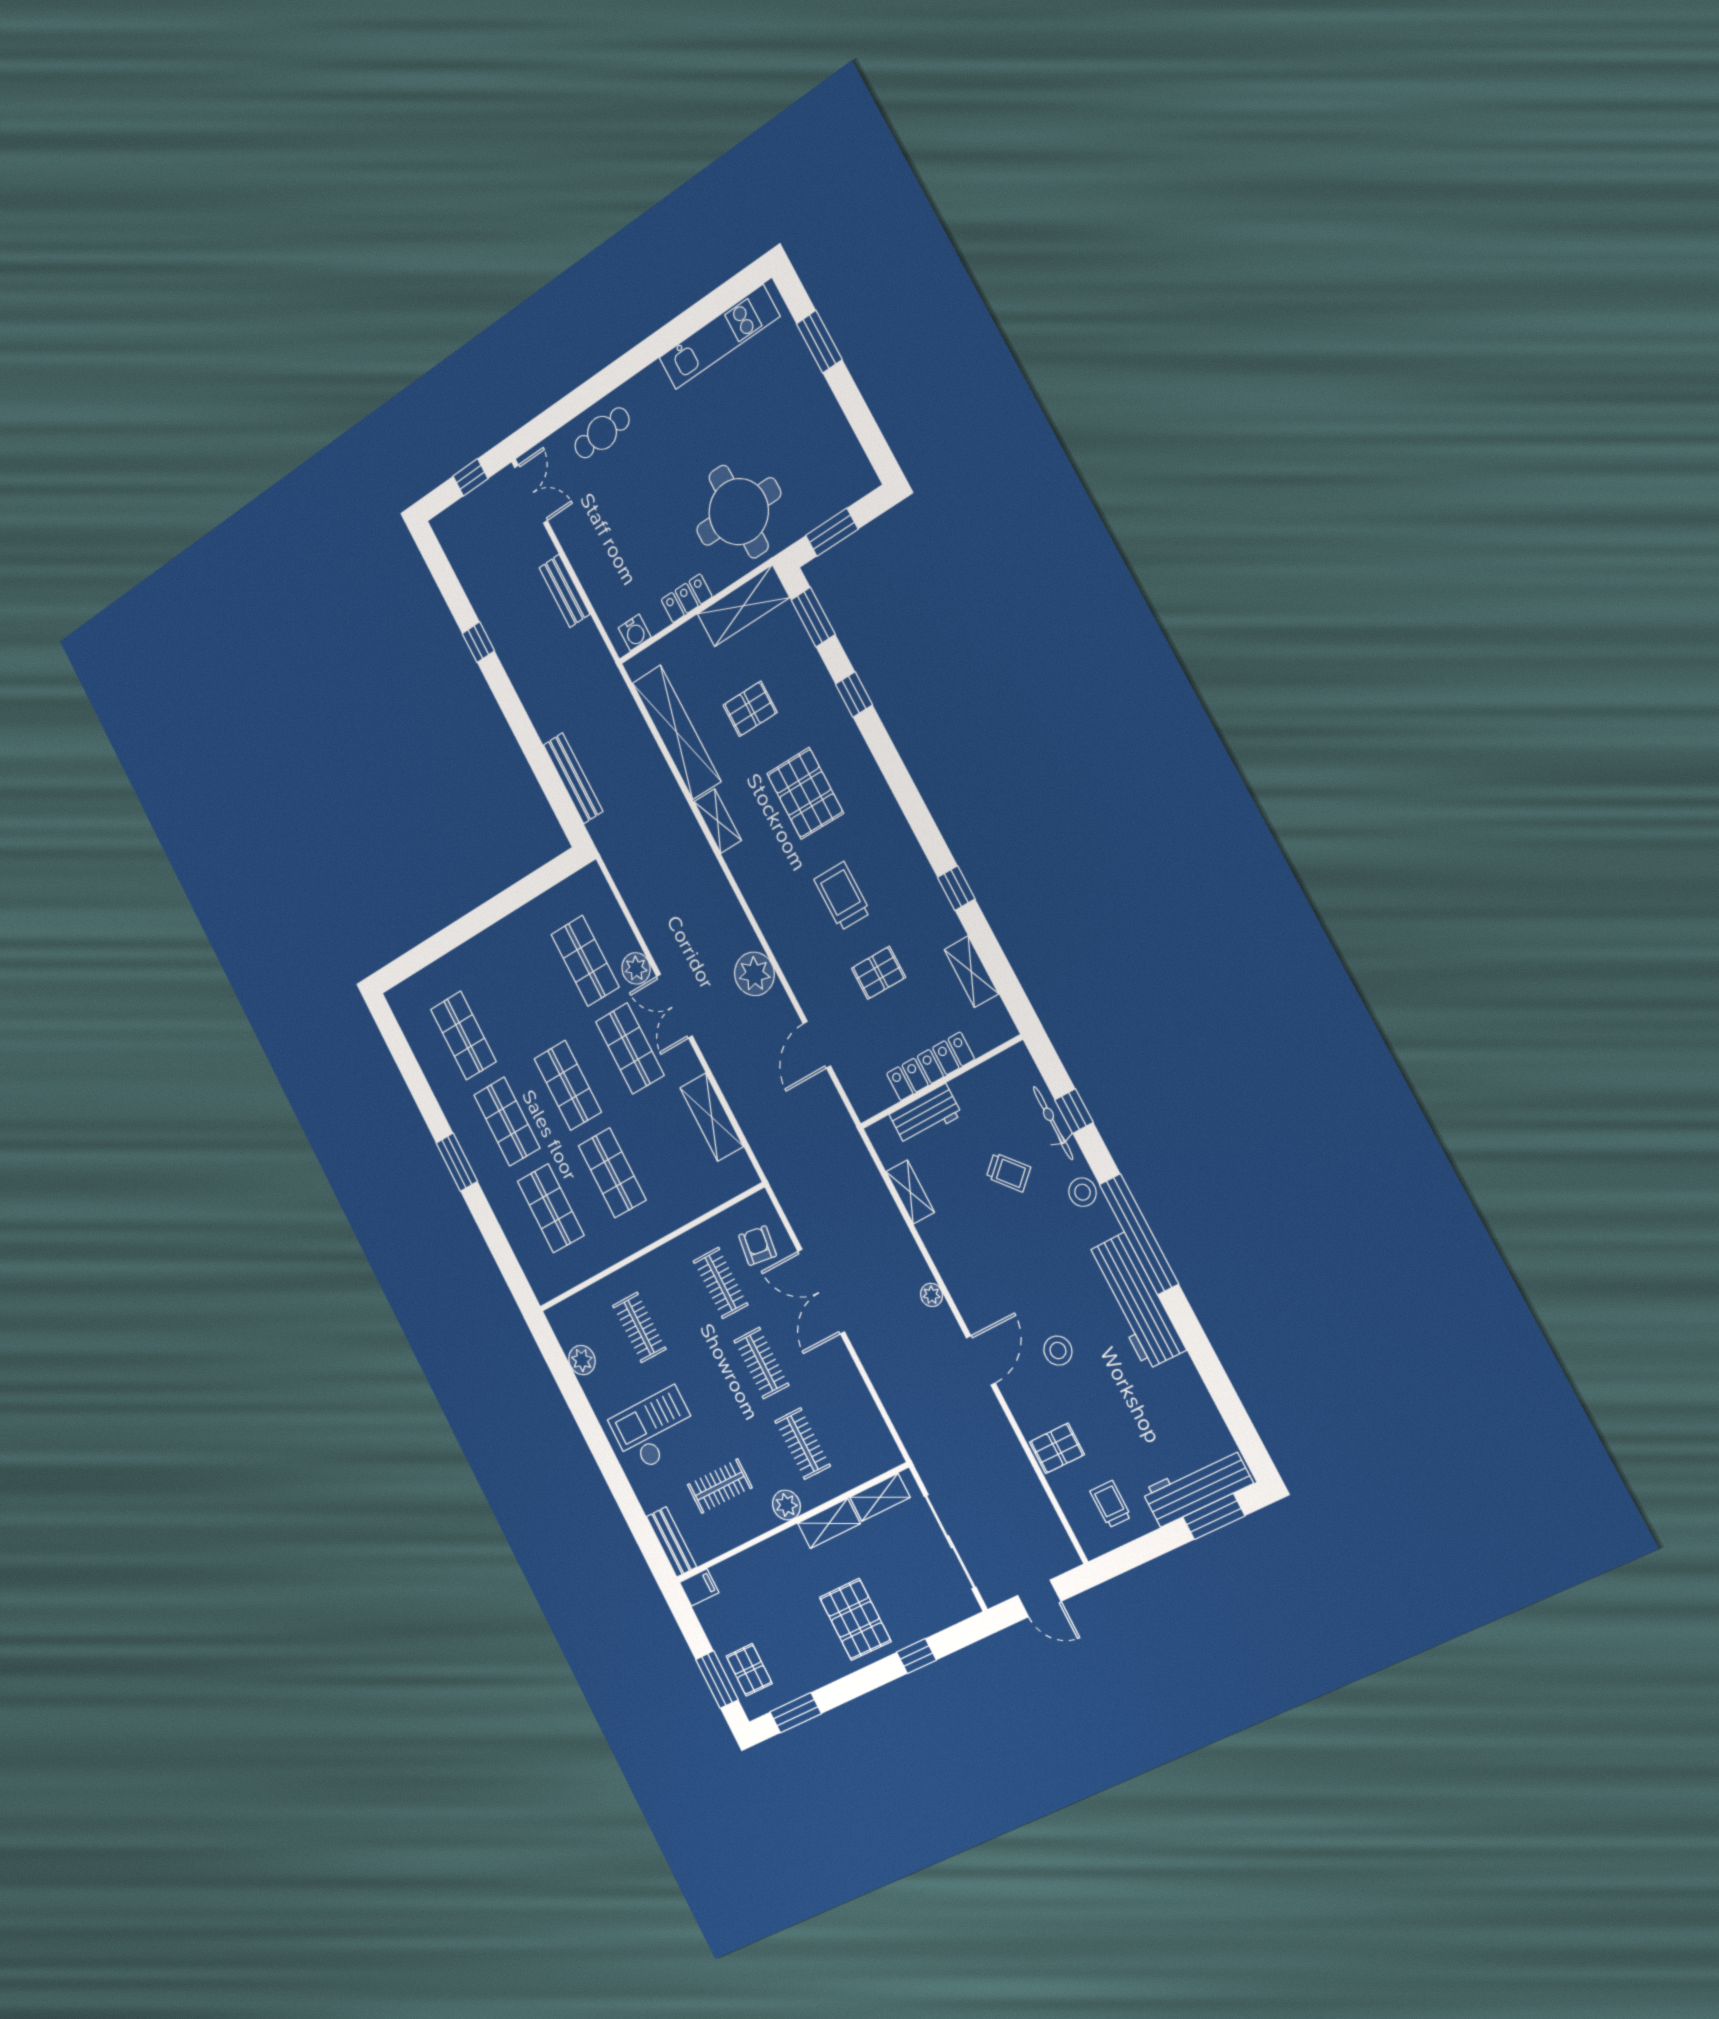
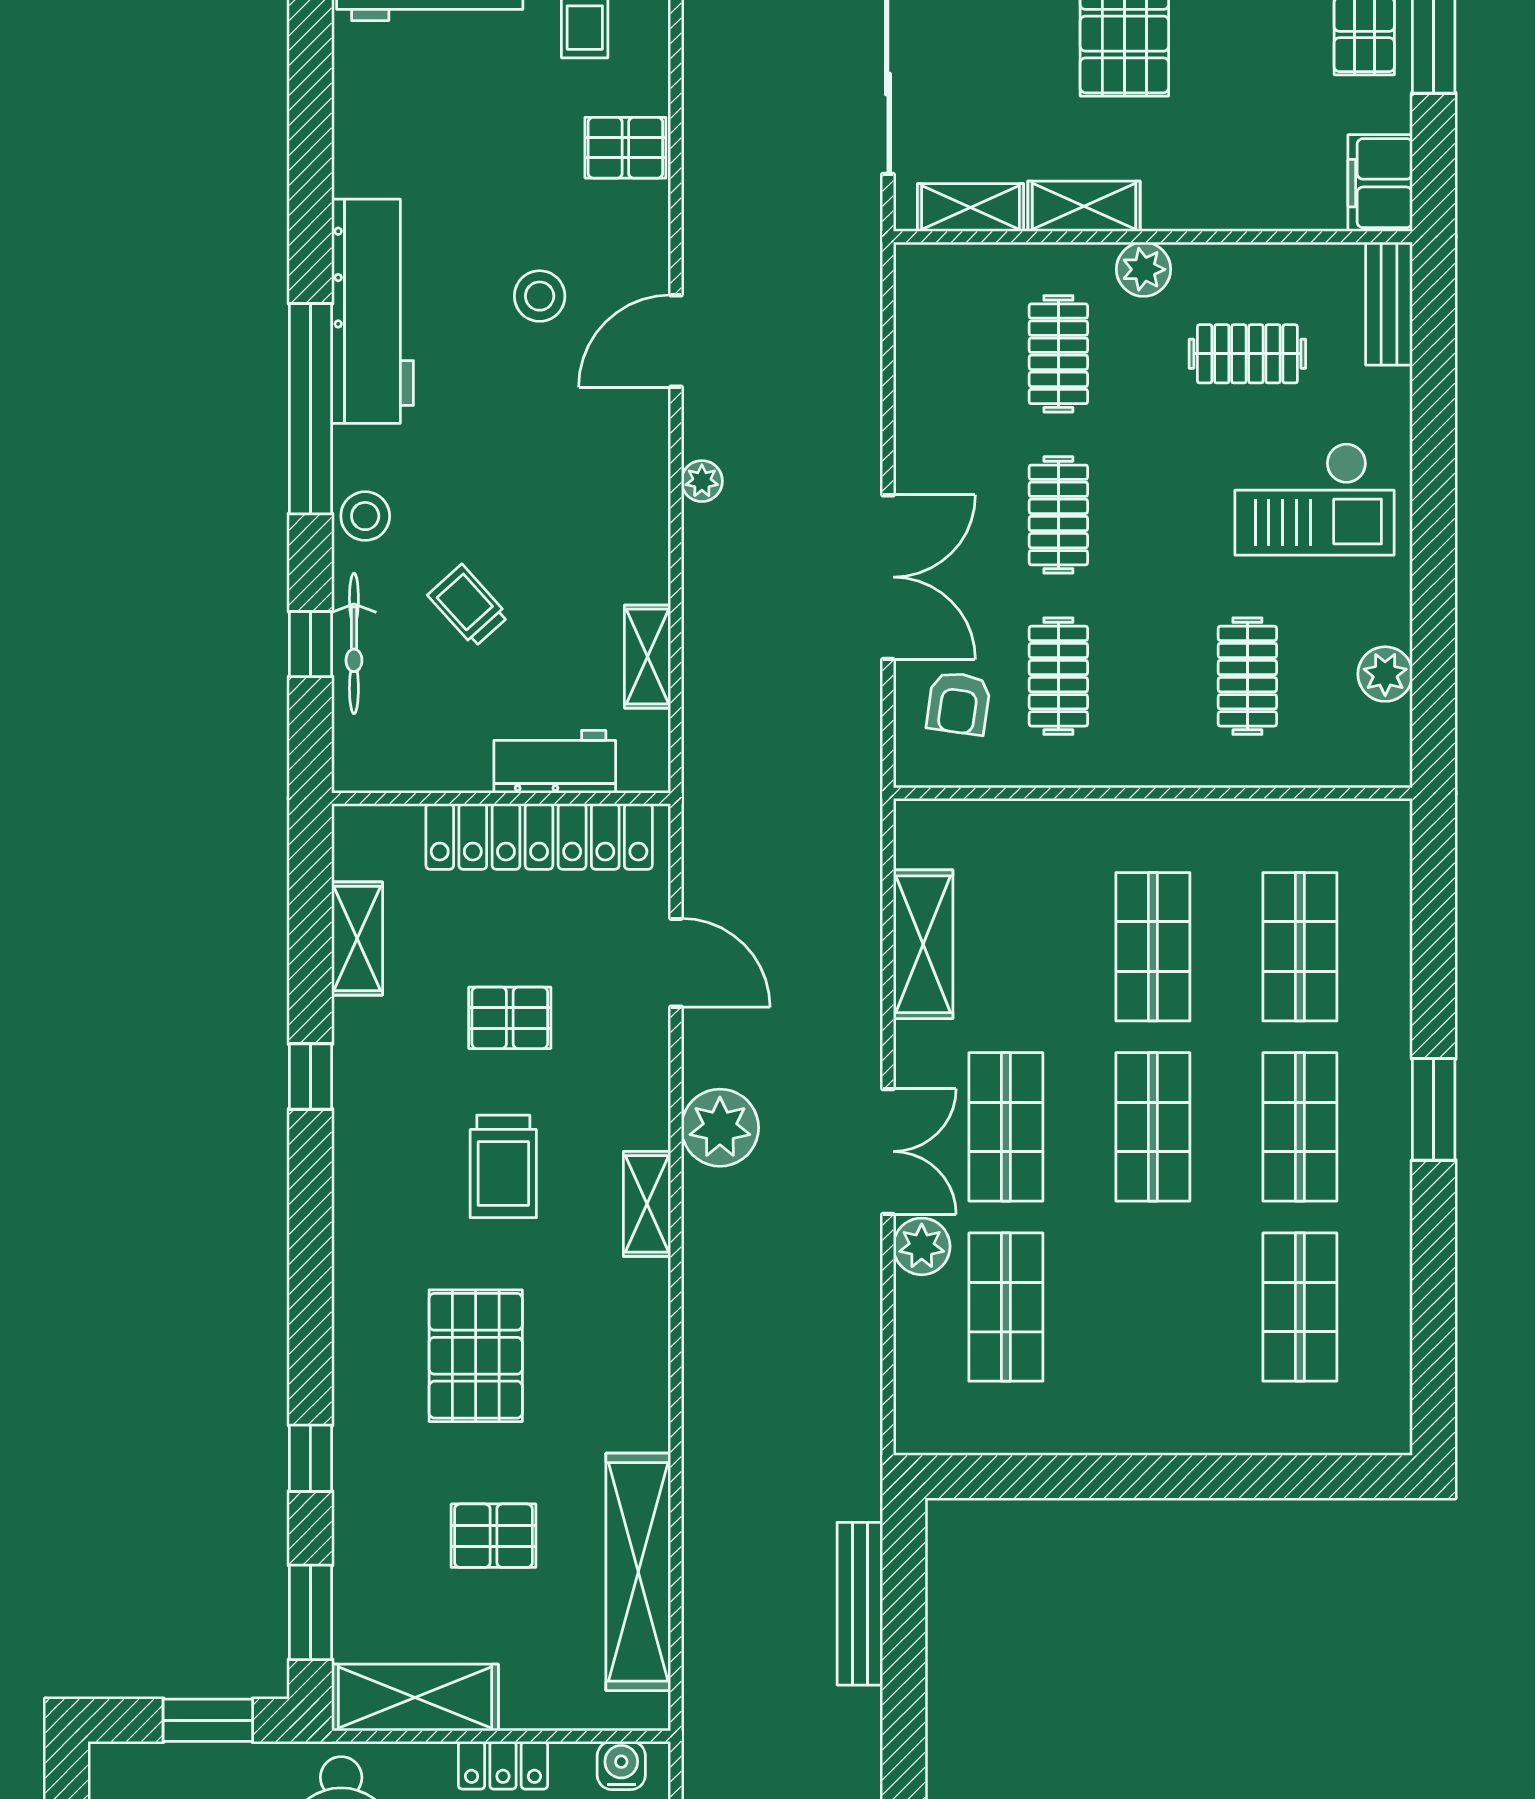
shelving: (718, 821) -> (647, 1204), moved
door: (817, 1045) -> (676, 963), hinge flipped
locker: (930, 1066) -> (539, 836), width x1.41, depth x1.21
filing cabinet: (699, 1587) -> (1380, 183), width x2.00

